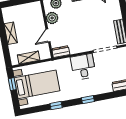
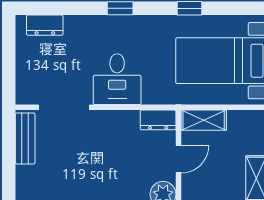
shelving: (29, 58) -> (204, 120), moved

